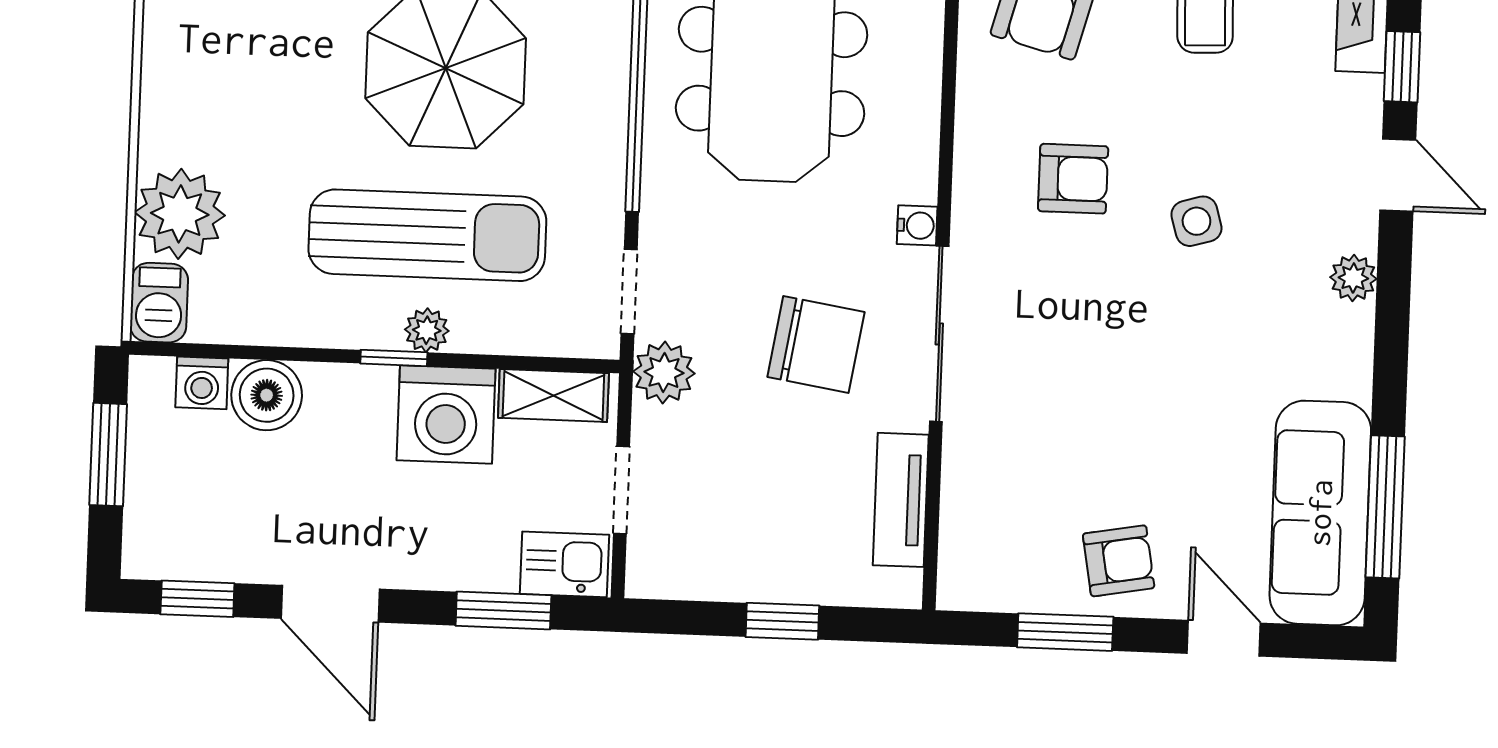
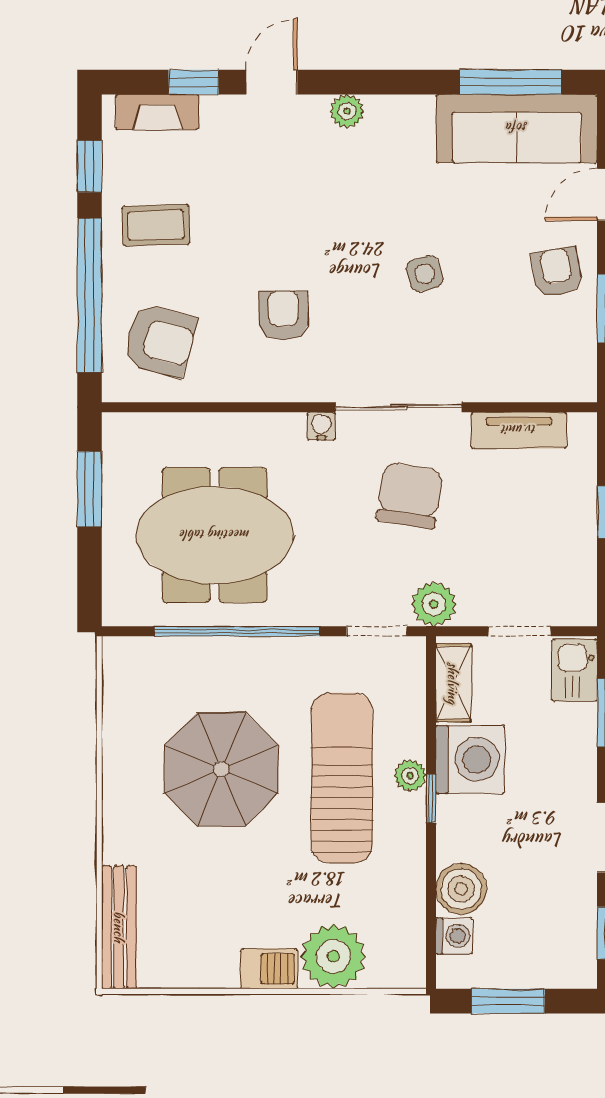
side table: (1196, 221) -> (425, 274), moved
barbecue: (159, 303) -> (269, 969), moved

